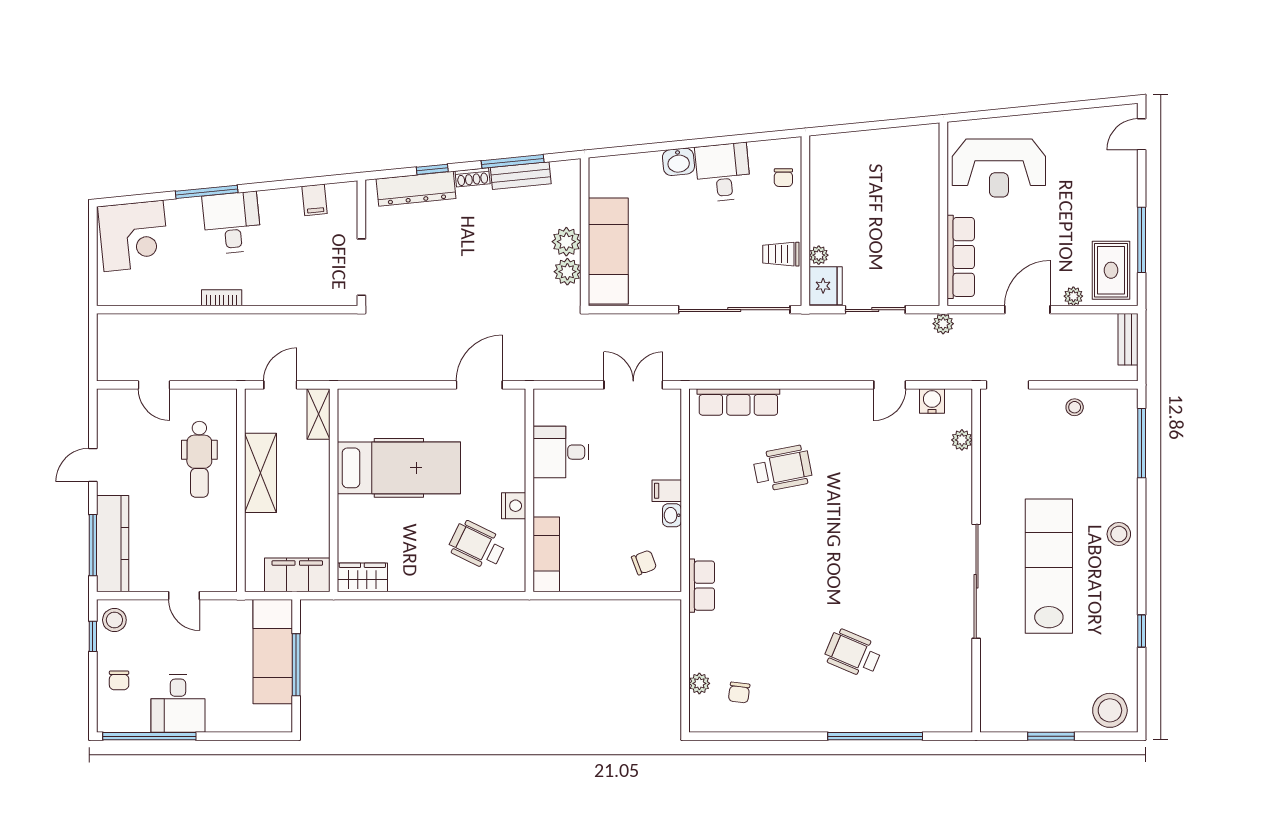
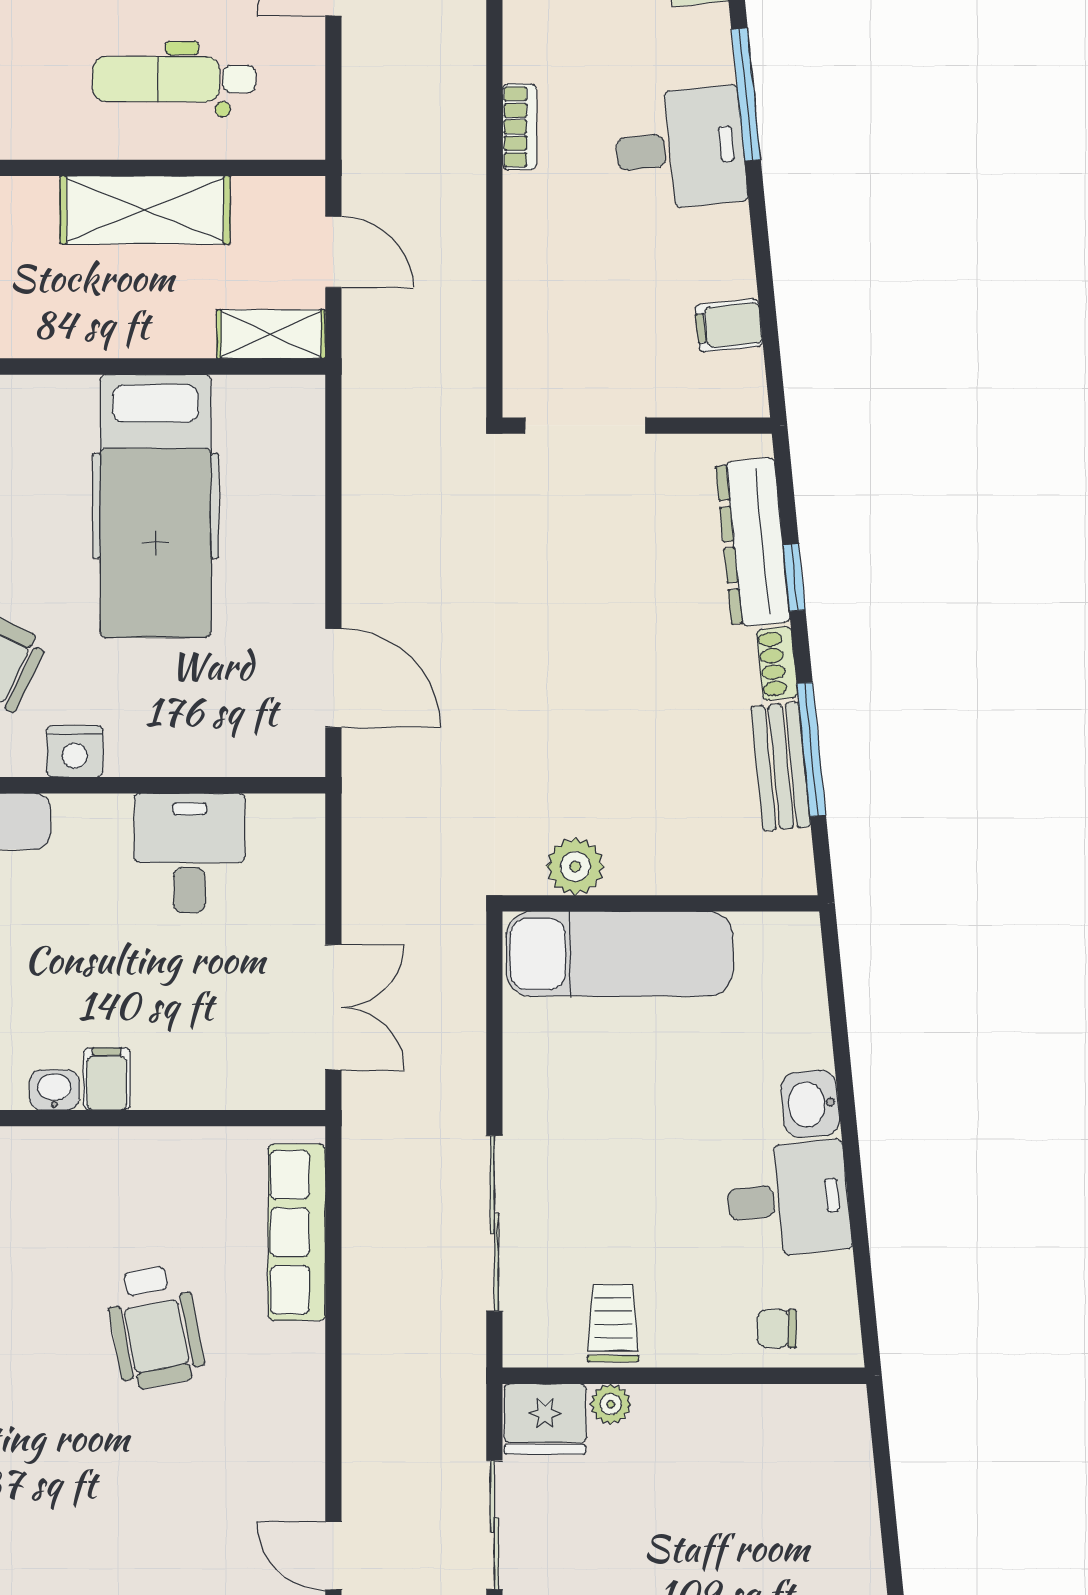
plant: (566, 242) -> (639, 864), removed
sliding door: (734, 310) -> (494, 1223), width x0.73

